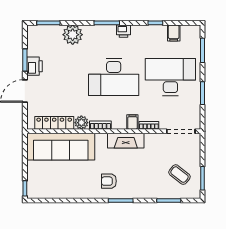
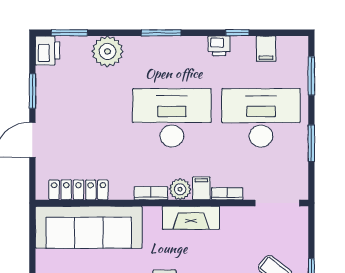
printer: (123, 31) -> (219, 46), moved
printer: (34, 66) -> (48, 50), moved
desk: (114, 77) -> (172, 118), turned 180
plant: (81, 123) -> (180, 189), moved

